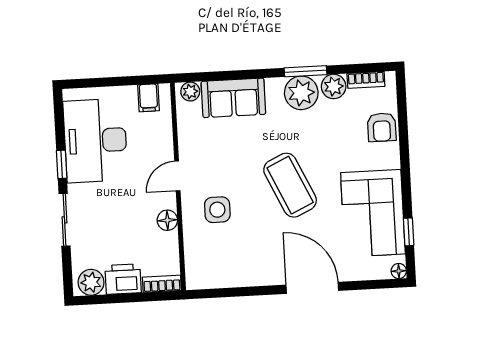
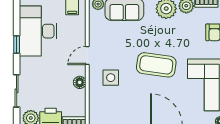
coffee table: (290, 185) -> (156, 65), turned -57
sliding door: (65, 220) -> (17, 91), moved

